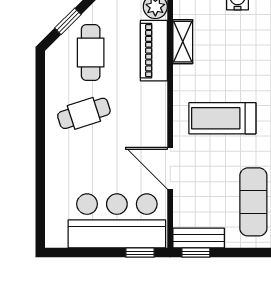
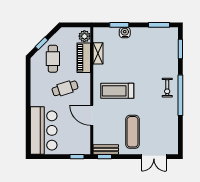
cafe table: (84, 113) -> (65, 88), moved
bar counter: (117, 221) -> (44, 130), moved, turned 90

